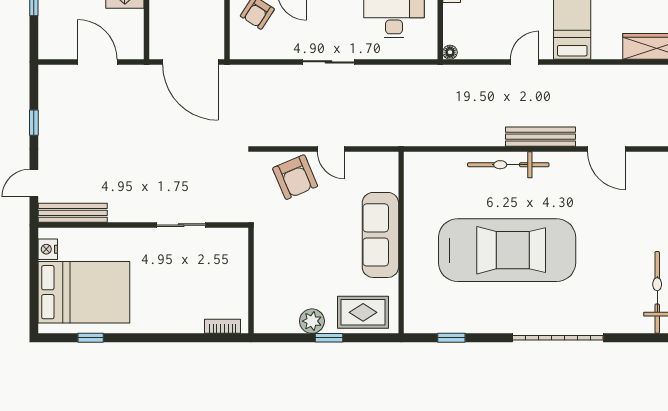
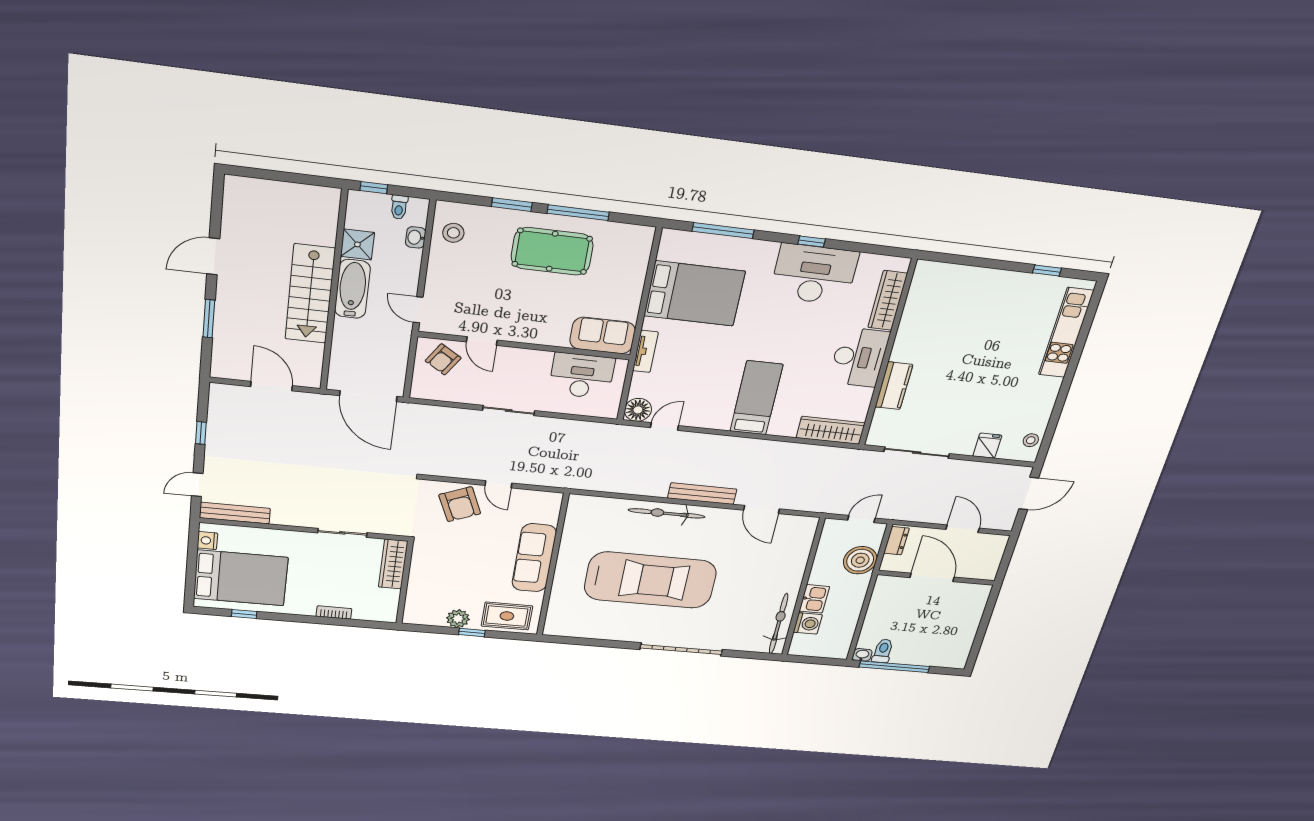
floor lamp: (450, 52) -> (638, 410), width x1.89, depth x1.89
door: (525, 62) -> (664, 427), moved
wardrobe: (237, 258) -> (393, 564), added
bookcase: (223, 326) -> (334, 612), moved
window: (451, 338) -> (585, 642), removed

